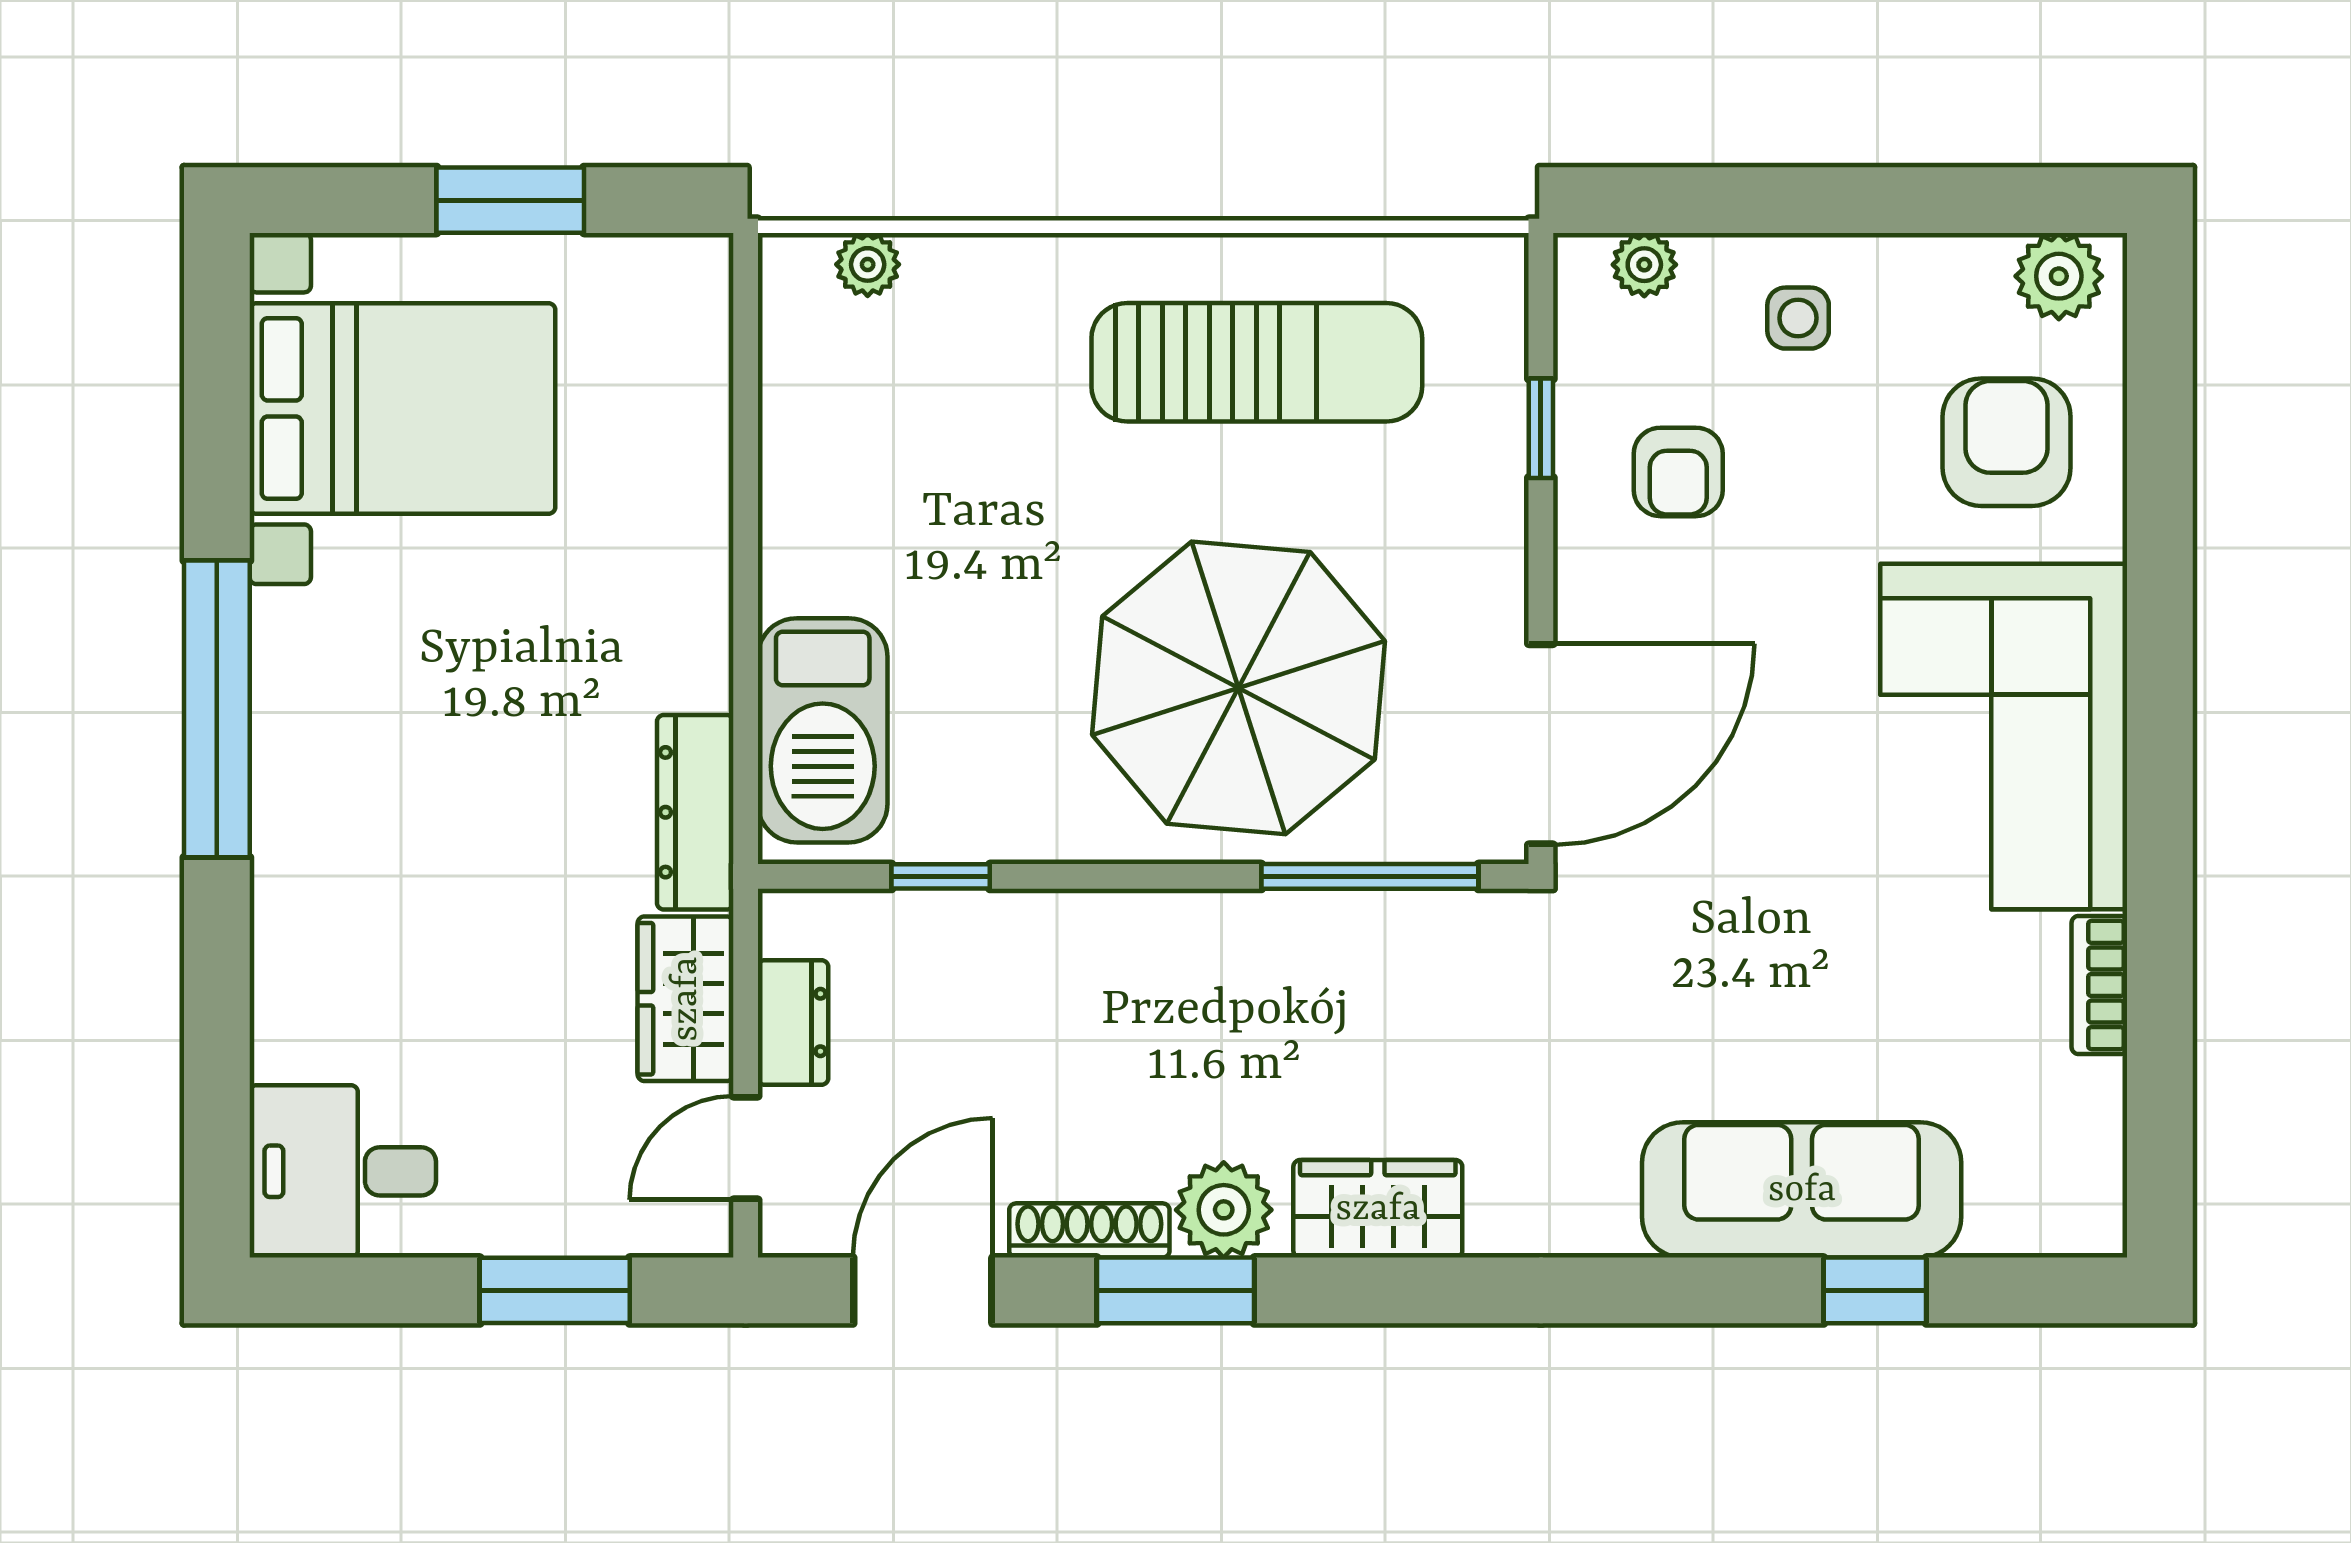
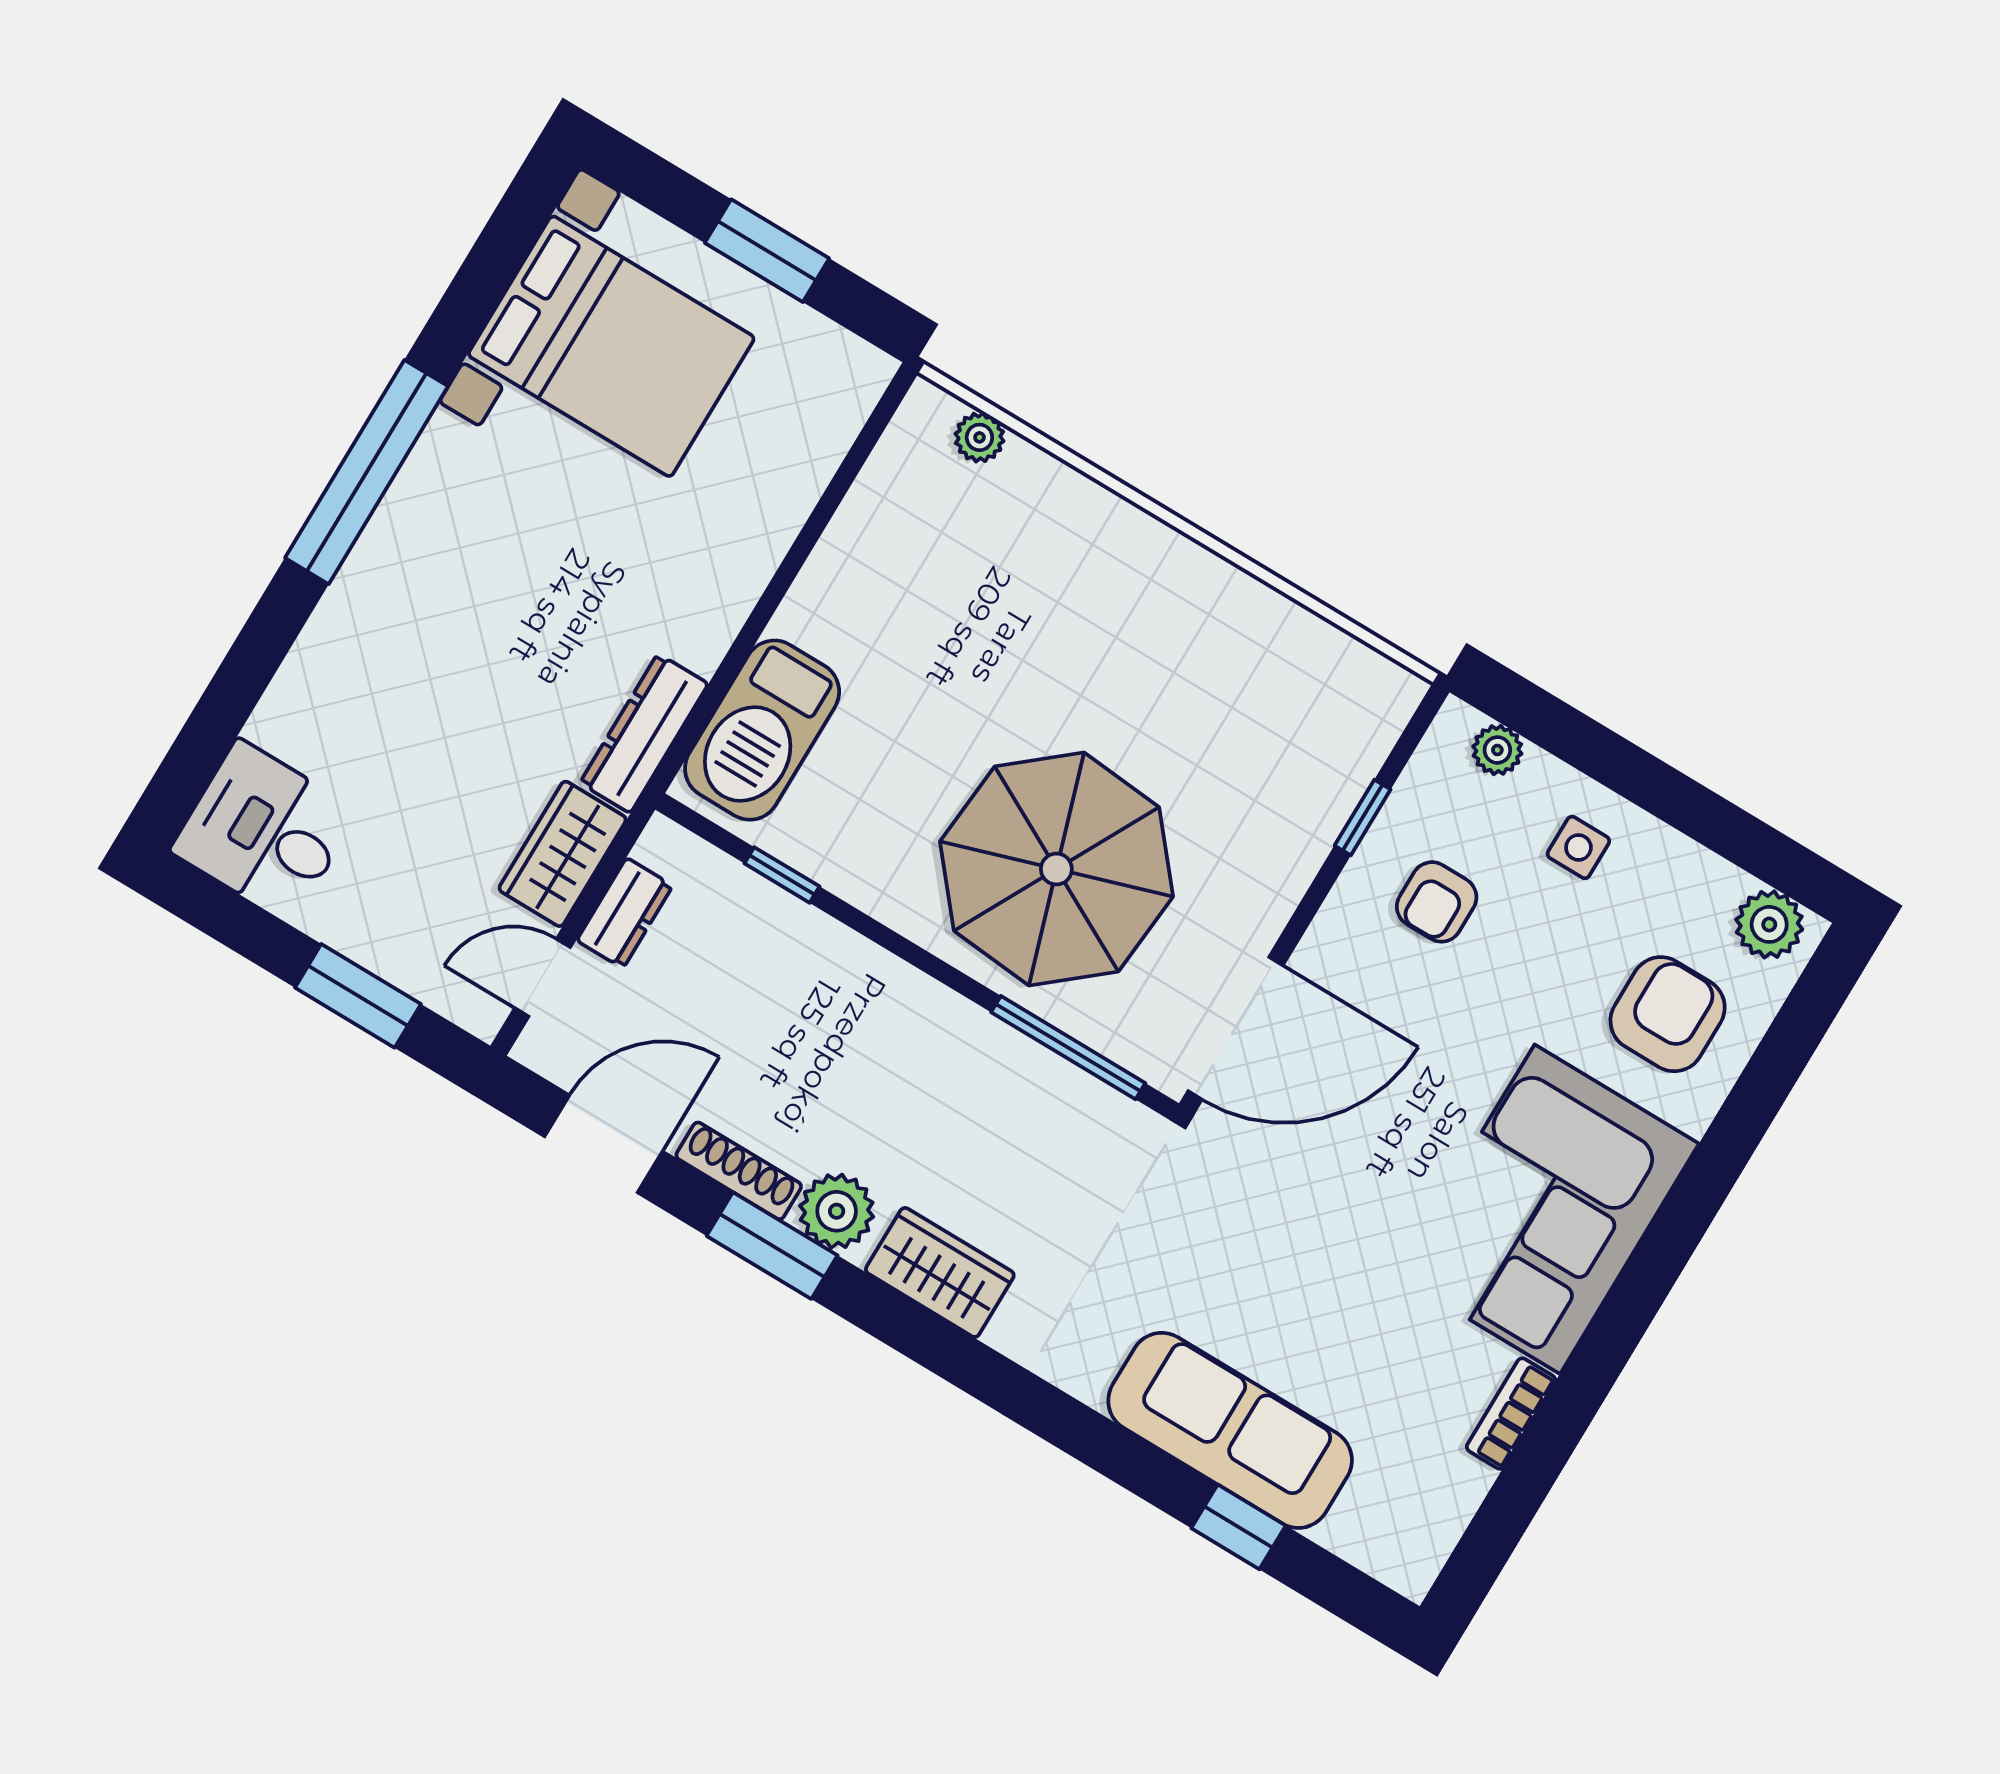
sun lounger: (1257, 362) -> (1200, 659), removed

